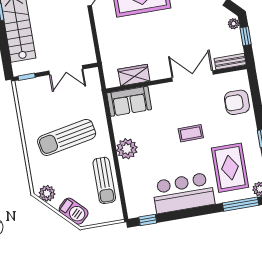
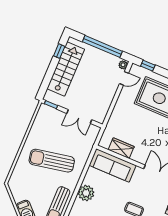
sofa: (129, 101) -> (113, 165), width x1.36
plant: (47, 193) -> (16, 189), removed

